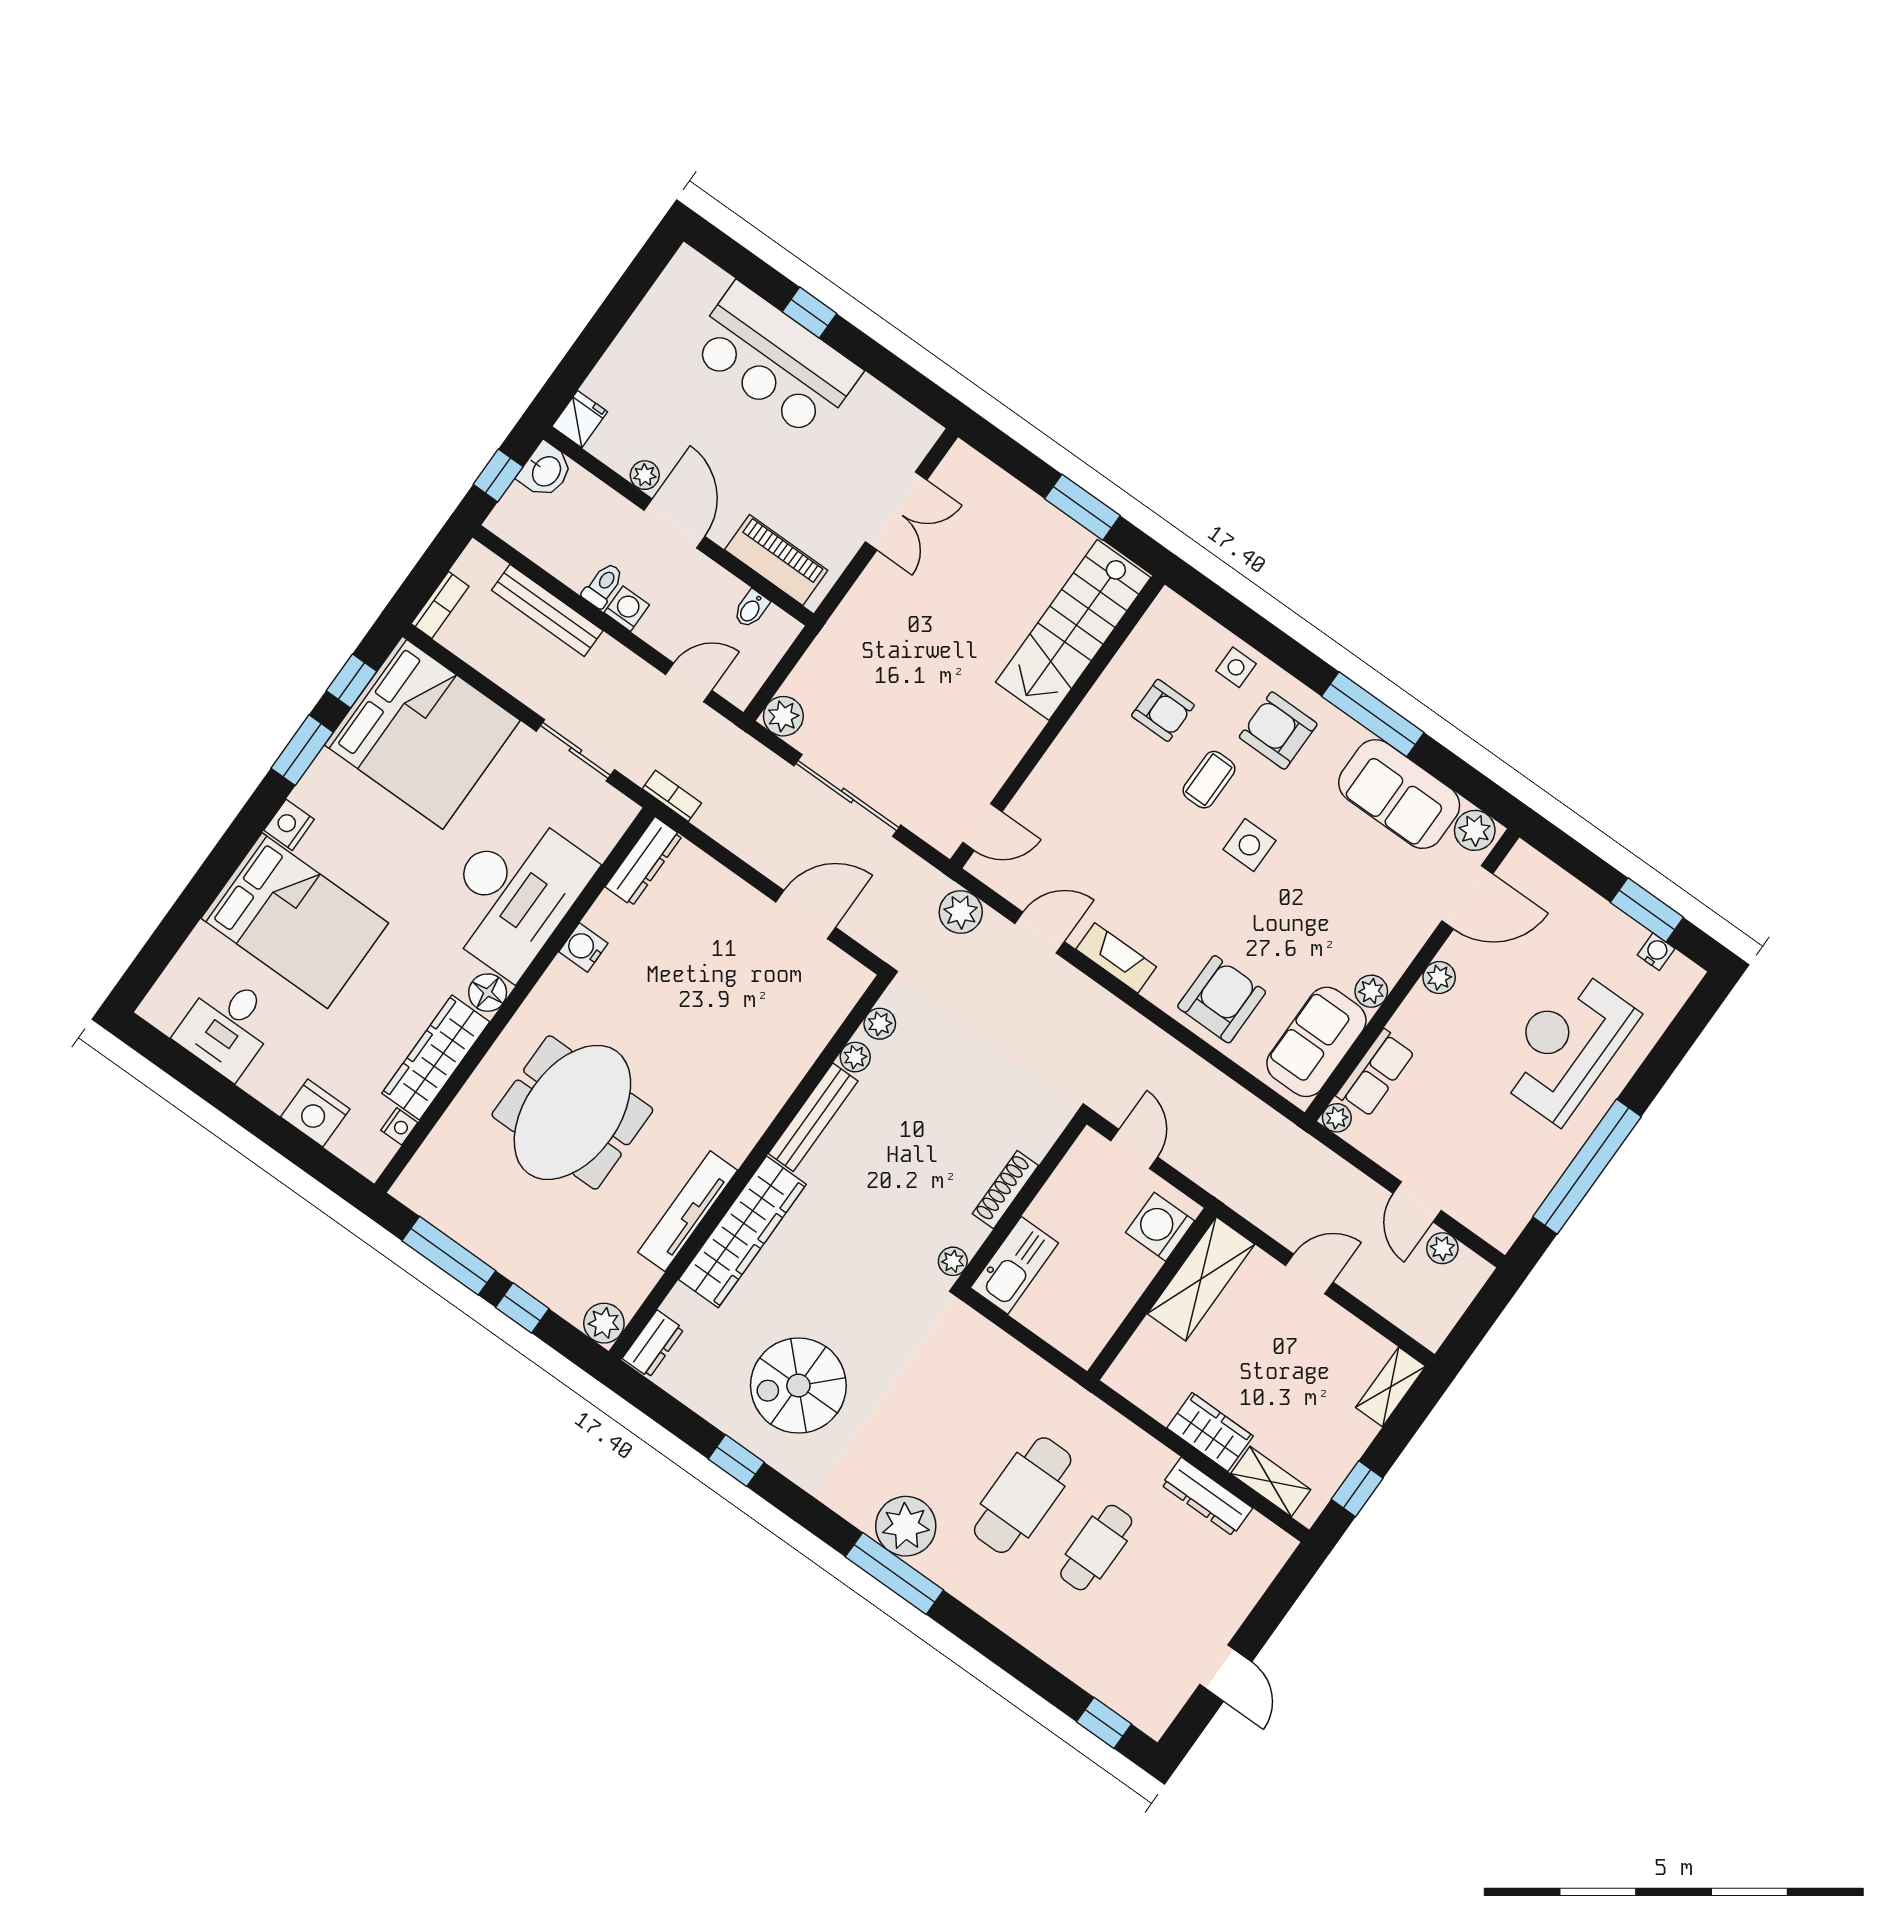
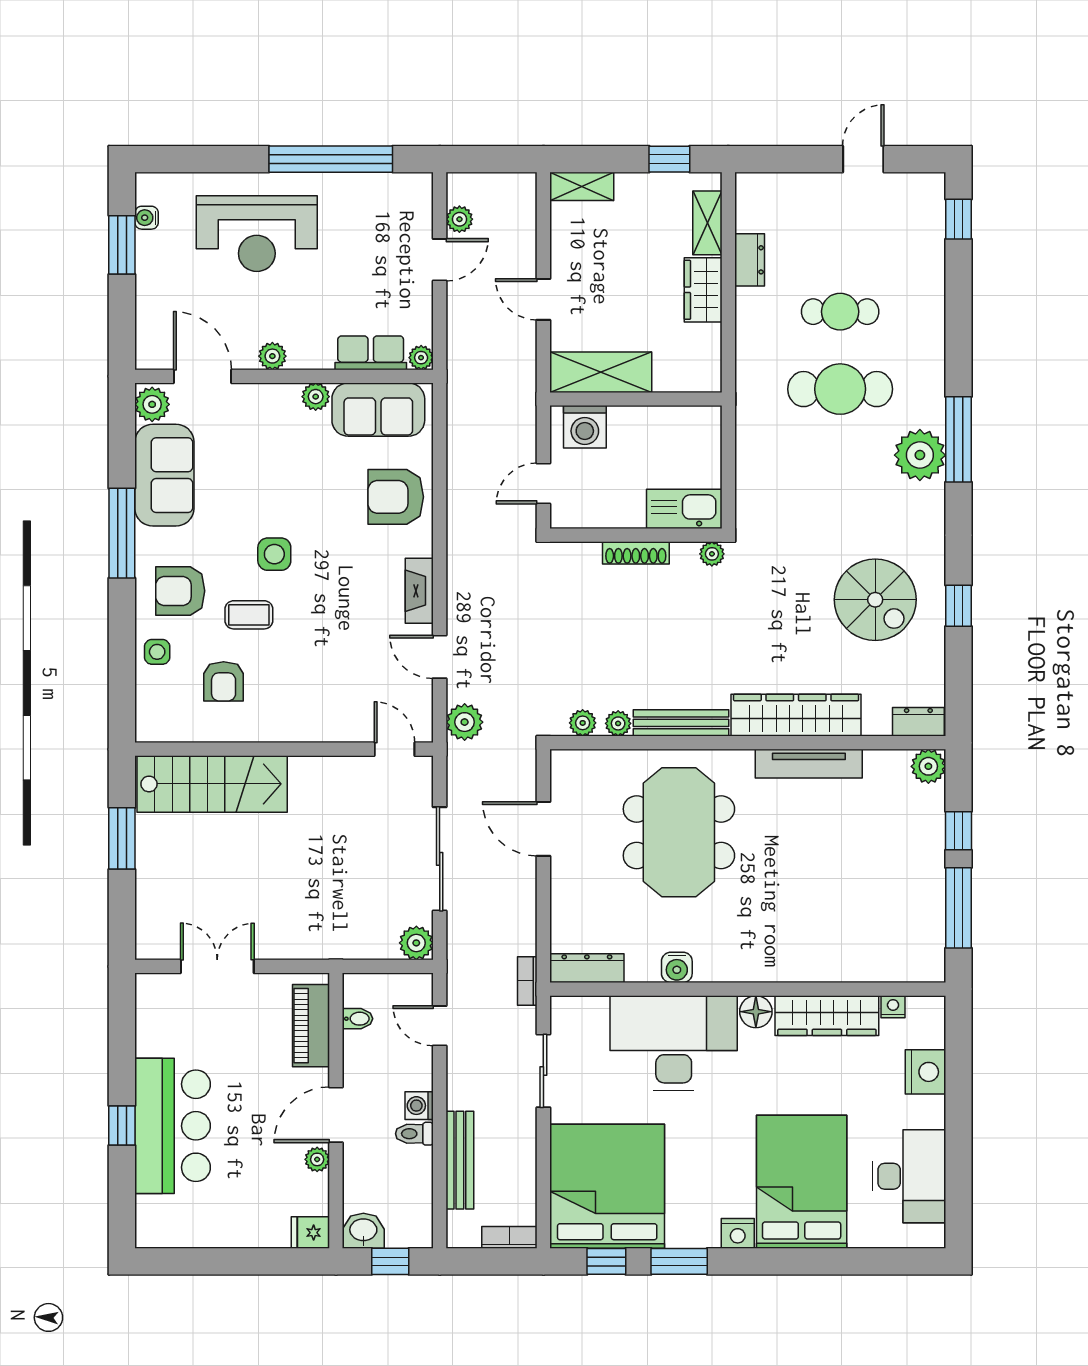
armchair: (1163, 710) -> (224, 681), turned 180
armchair: (1278, 731) -> (180, 591), turned 90
desk: (227, 1026) -> (909, 1176), width x1.37
meeting table: (572, 1112) -> (679, 832), moved, turned 90
dresser: (1207, 1497) -> (750, 260), width x0.70

